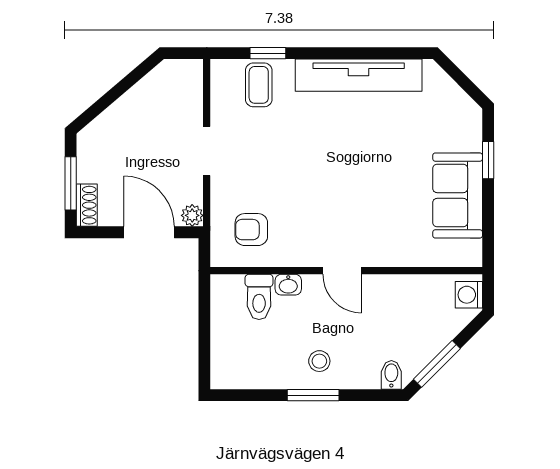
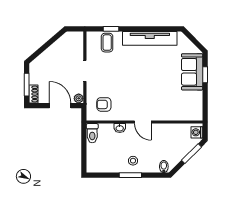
sofa: (458, 195) -> (192, 72), moved
toilet: (259, 297) -> (92, 133), moved
window: (437, 364) -> (191, 154), moved

